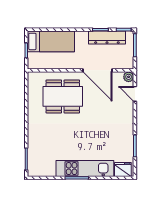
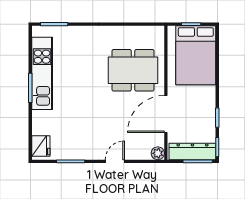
dresser: (107, 37) -> (192, 151), moved, turned 90
bed: (51, 41) -> (196, 55), width x1.50
door: (135, 94) -> (115, 161), moved
dining table: (63, 96) -> (133, 70), turned 90
kitchen unit: (85, 169) -> (42, 73), moved

